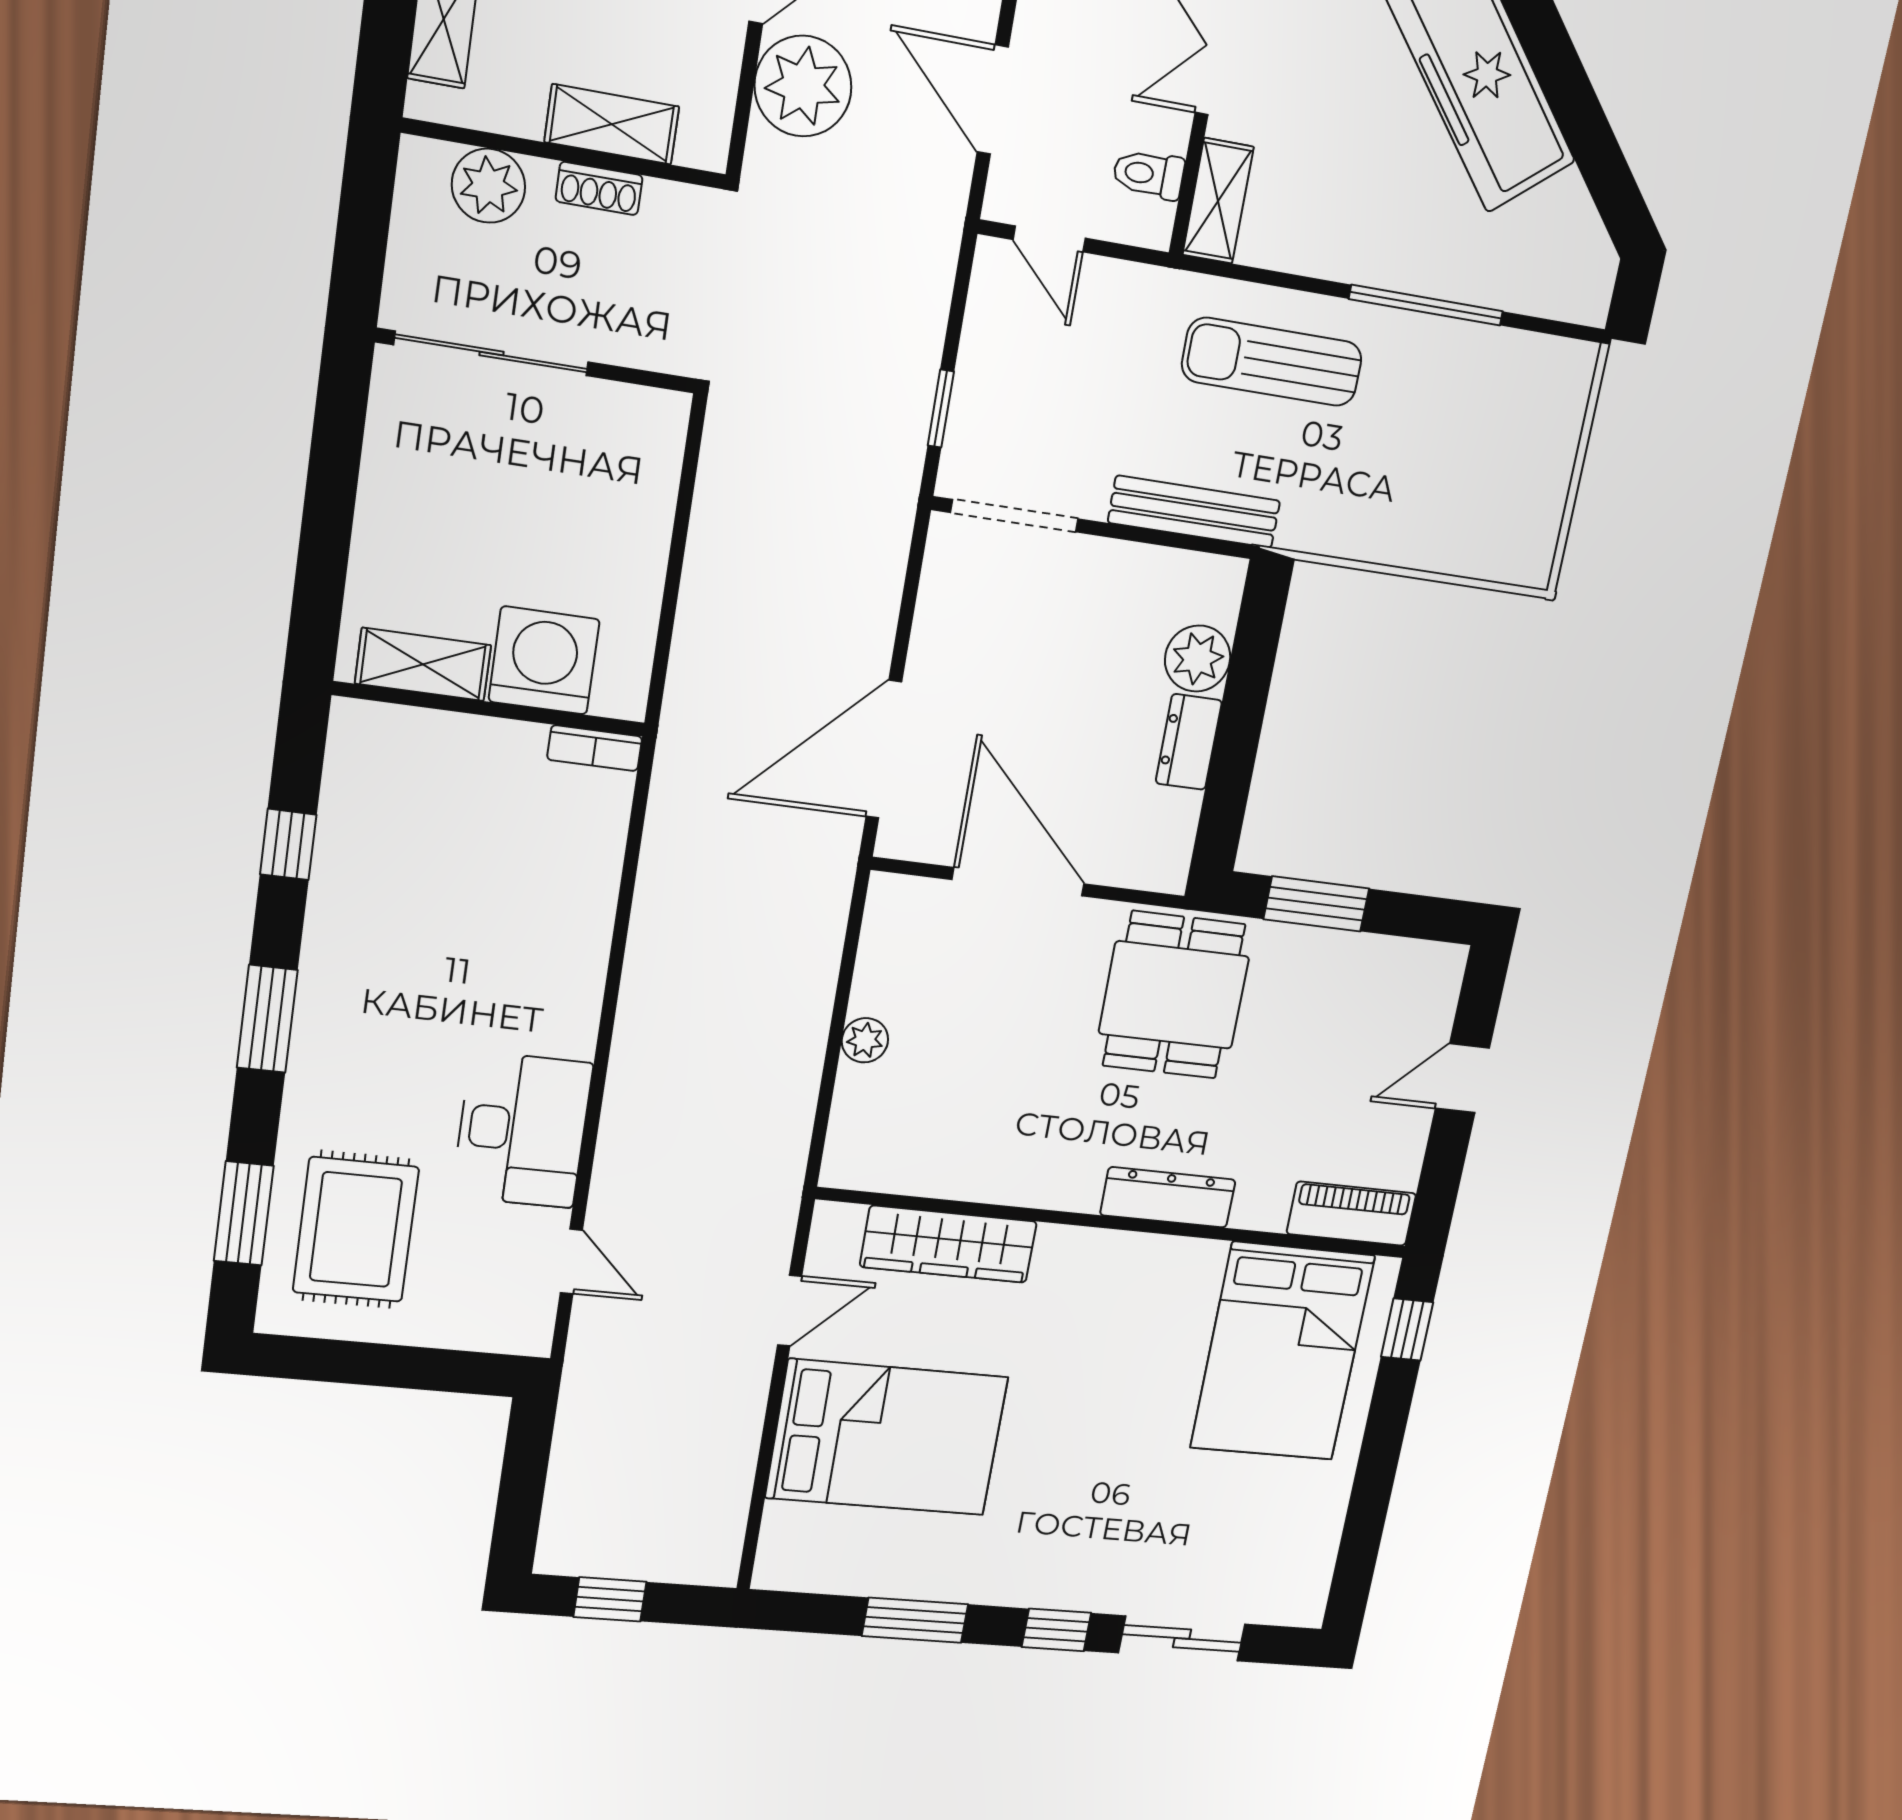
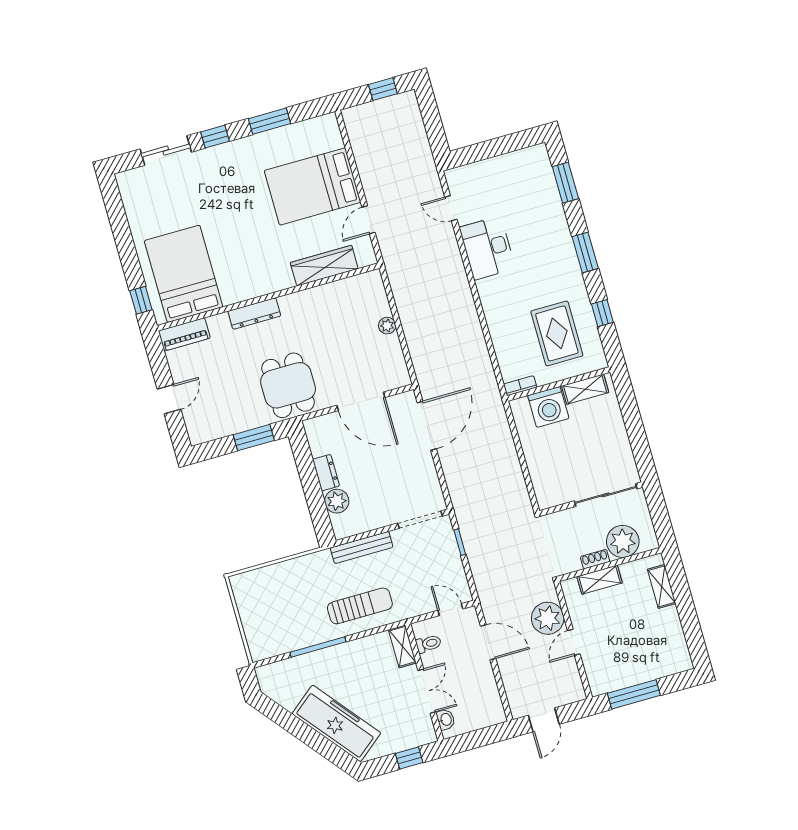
plant: (488, 186) -> (623, 541), width x1.36, depth x1.36
rug: (356, 1230) -> (557, 333), moved

